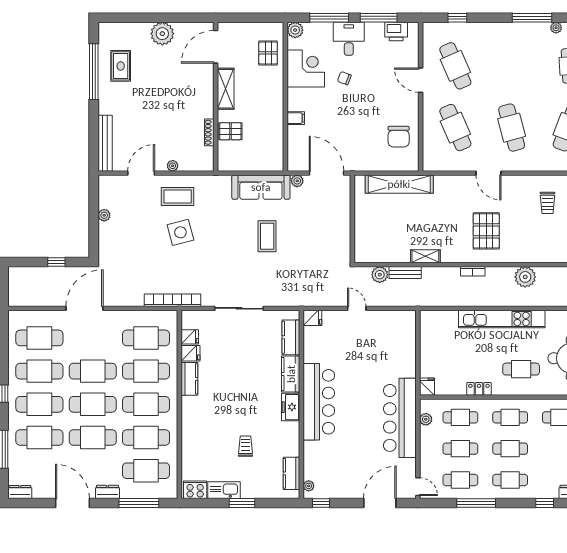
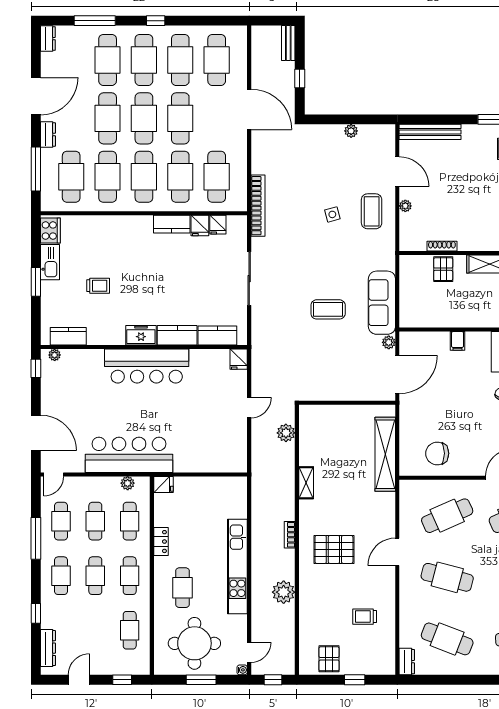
cafe table: (512, 128) -> (447, 577), turned 30
side table: (180, 232) -> (332, 214), width x0.54, depth x0.54
bench: (405, 273) -> (288, 43), moved

